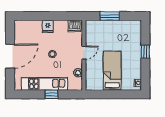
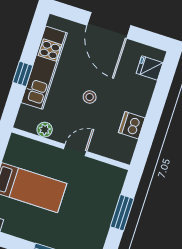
fridge: (48, 26) -> (150, 68), moved
dishwasher: (75, 26) -> (132, 125), moved
door: (84, 53) -> (75, 150), swing flipped

